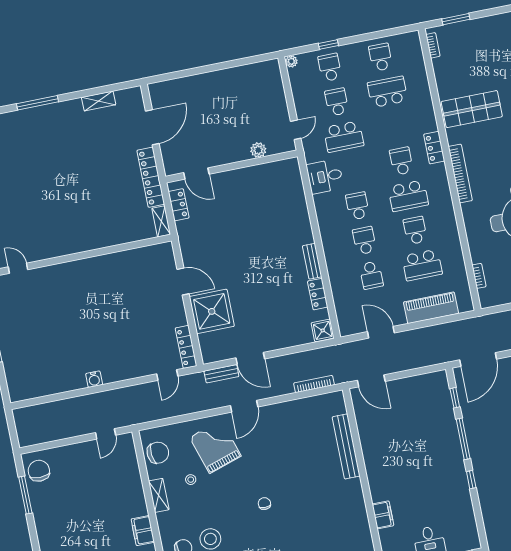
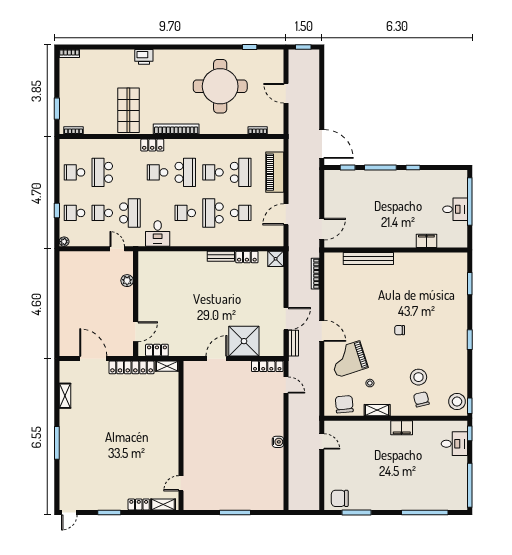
school desk: (364, 241) -> (213, 213), width x1.85

